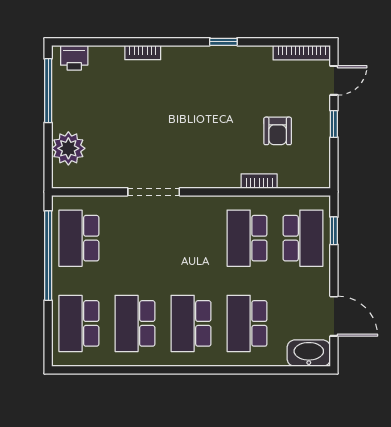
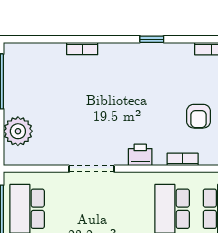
printer: (74, 58) -> (140, 155), moved, turned 180

